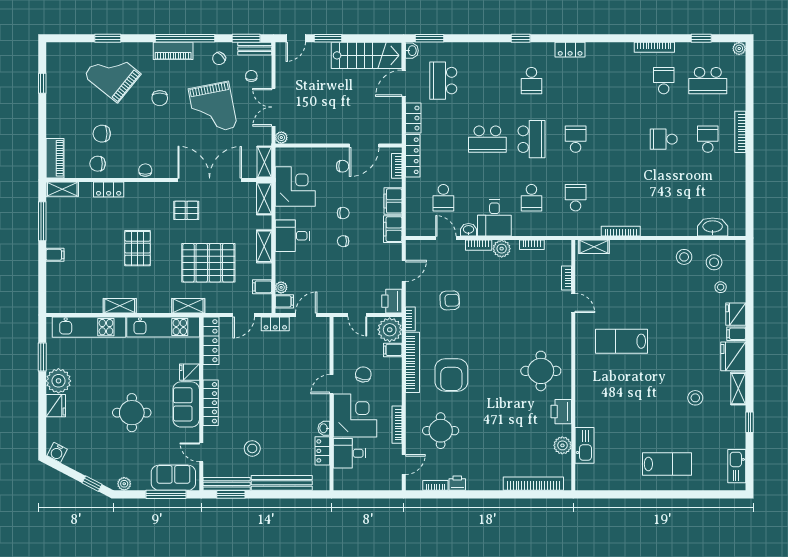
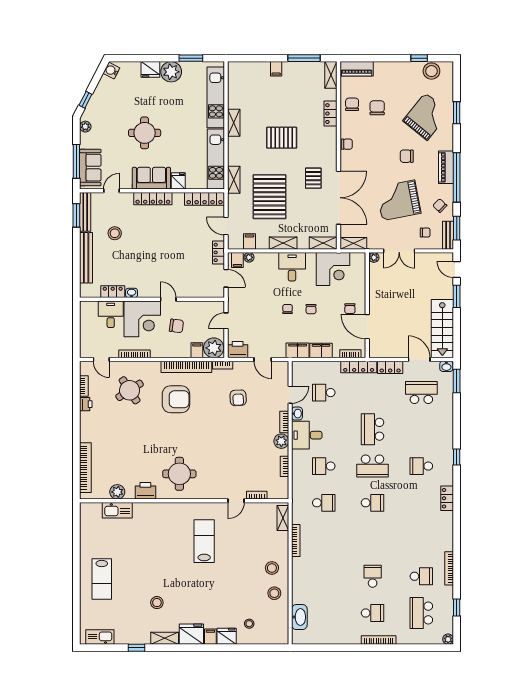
stool: (58, 68) -> (431, 71), added
double door: (273, 107) -> (399, 251), swing flipped
stool: (714, 262) -> (272, 568), moved
armchair: (451, 375) -> (176, 399), turned 180
round table: (441, 431) -> (130, 390), turned -33

